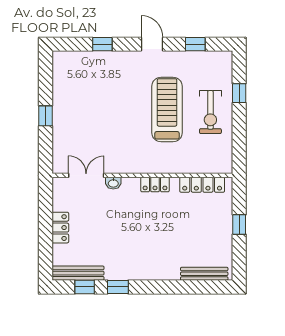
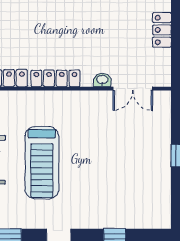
locker: (155, 184) -> (55, 78), width x1.53

